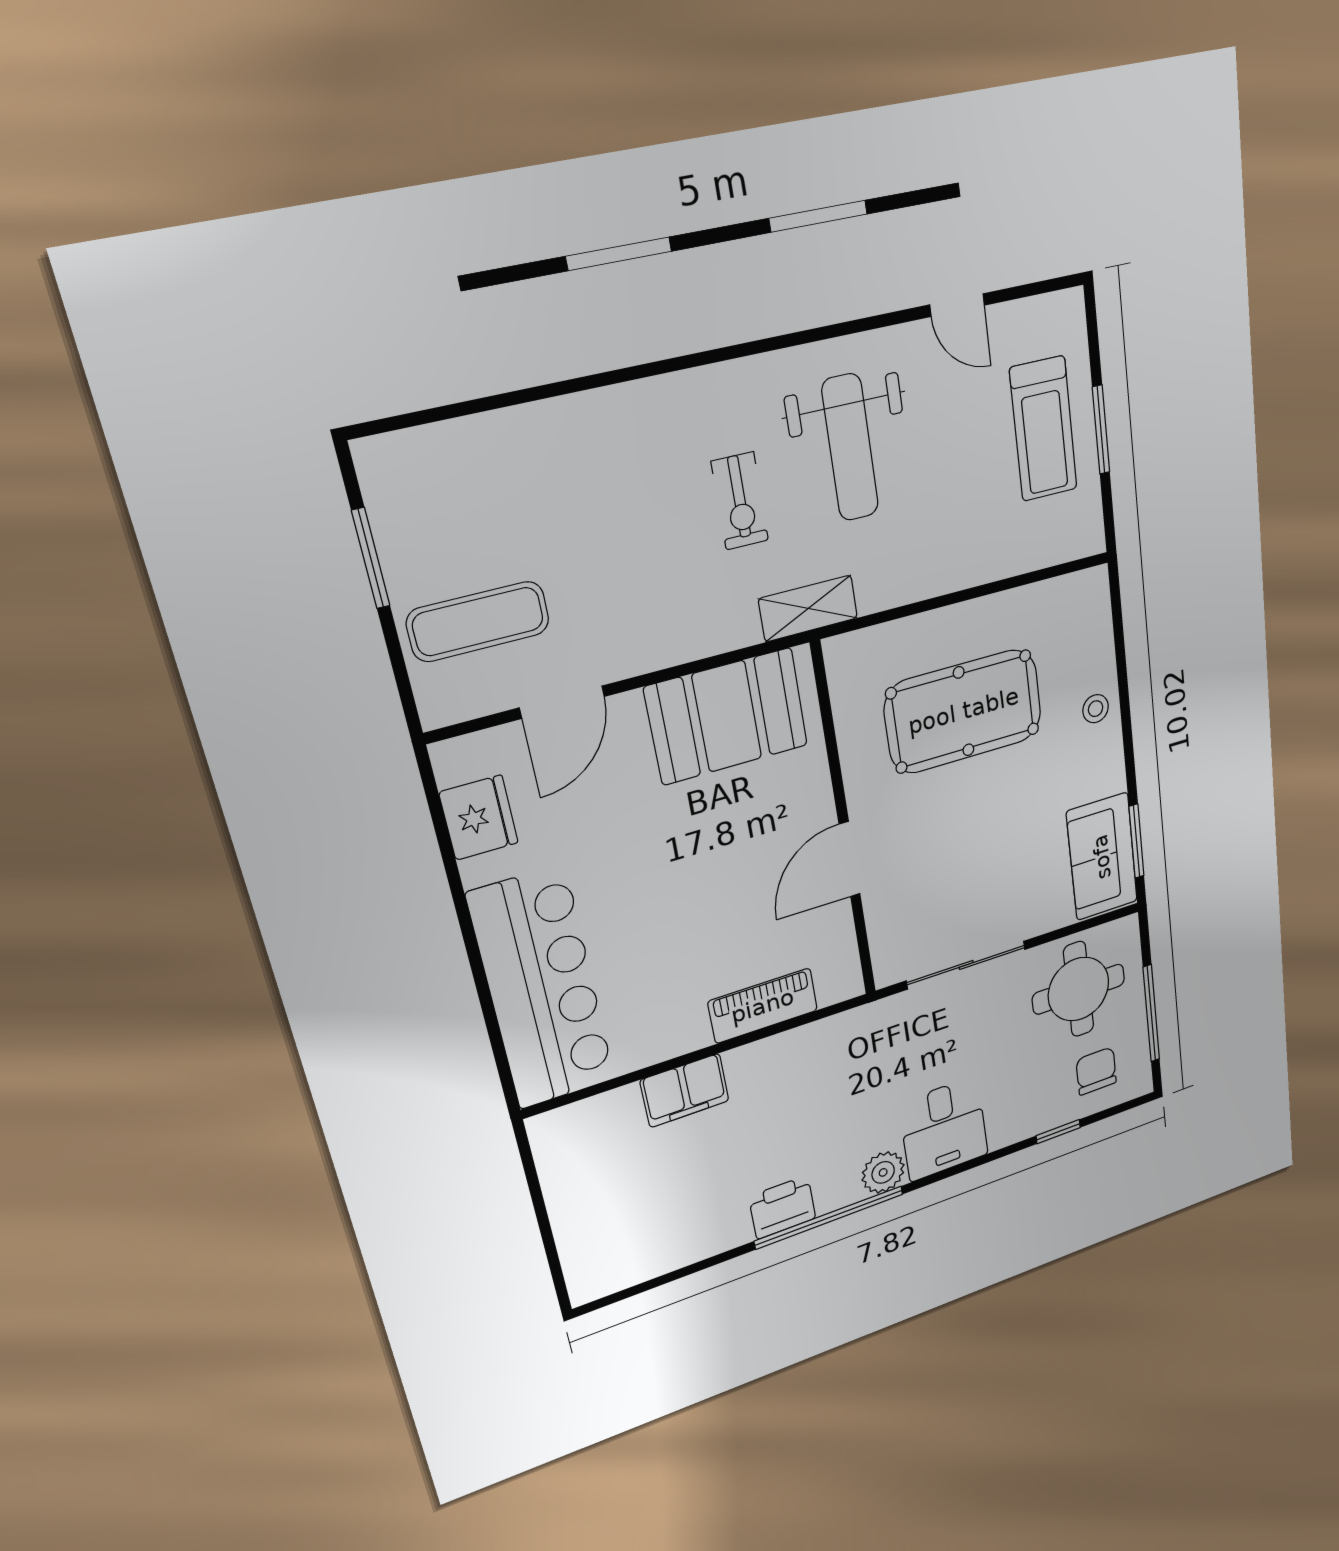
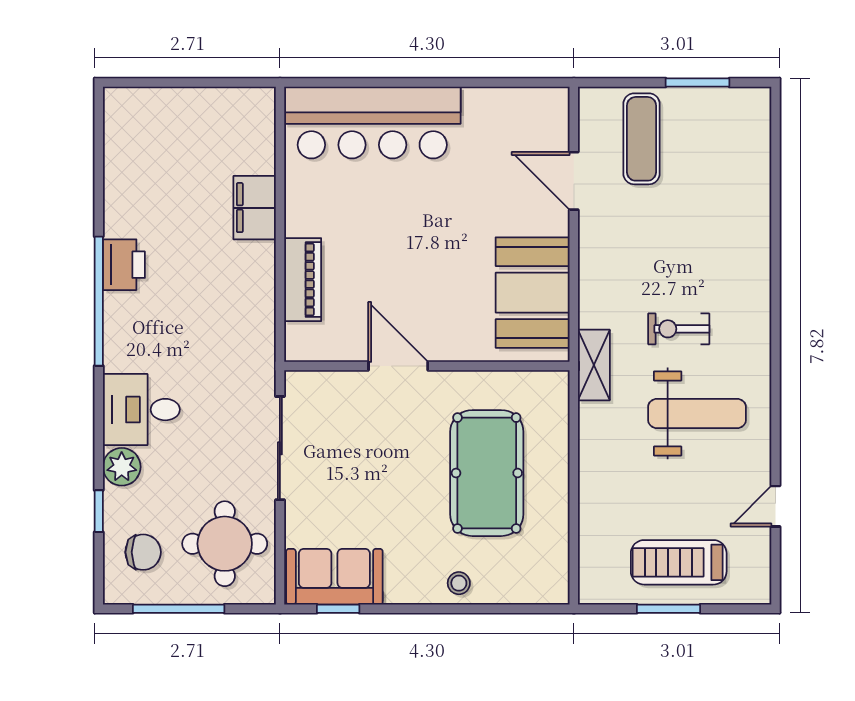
weight bench: (850, 448) -> (697, 413), turned 180
fridge: (479, 818) -> (510, 108), removed
window: (1136, 841) -> (338, 609), width x0.67
plant: (883, 1172) -> (122, 467), moved

